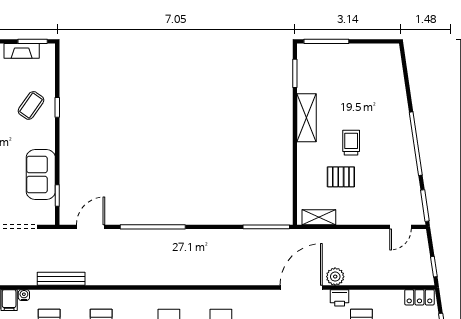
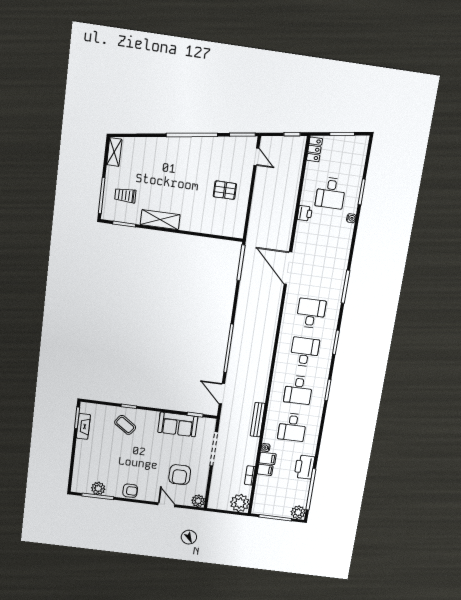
trolley: (351, 143) -> (125, 195), moved
pallet: (341, 177) -> (225, 190), moved, turned 90
shelving: (319, 217) -> (114, 152), moved
plant: (335, 277) -> (288, 214), removed
door: (301, 288) -> (288, 268), moved

